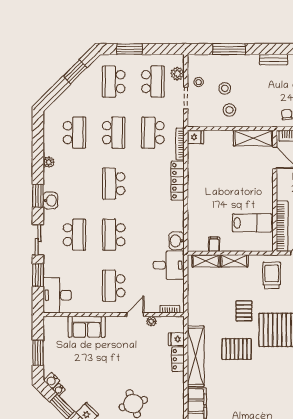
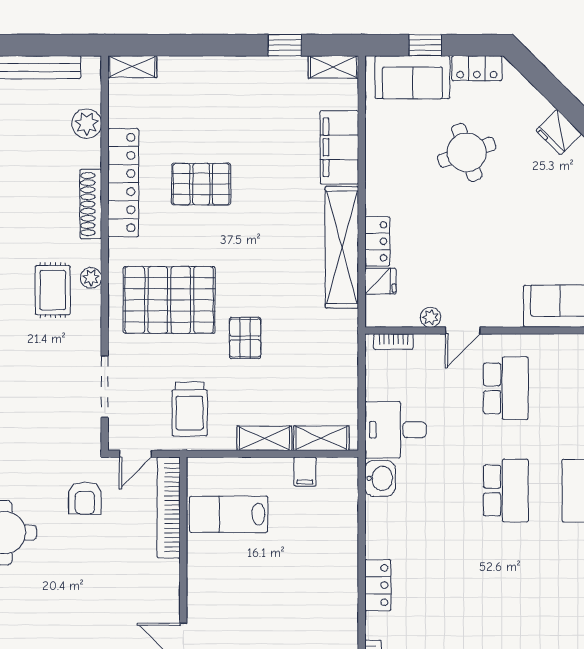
locker: (178, 181) -> (378, 585), width x0.66
school desk: (114, 184) -> (506, 593), removed
pallet: (237, 349) -> (201, 184), moved

